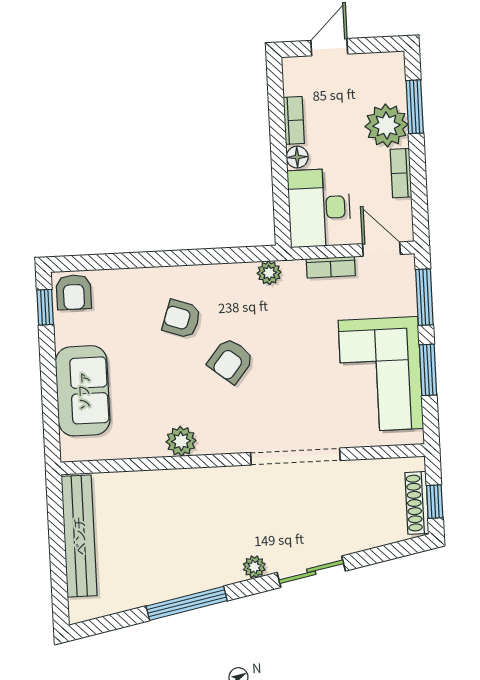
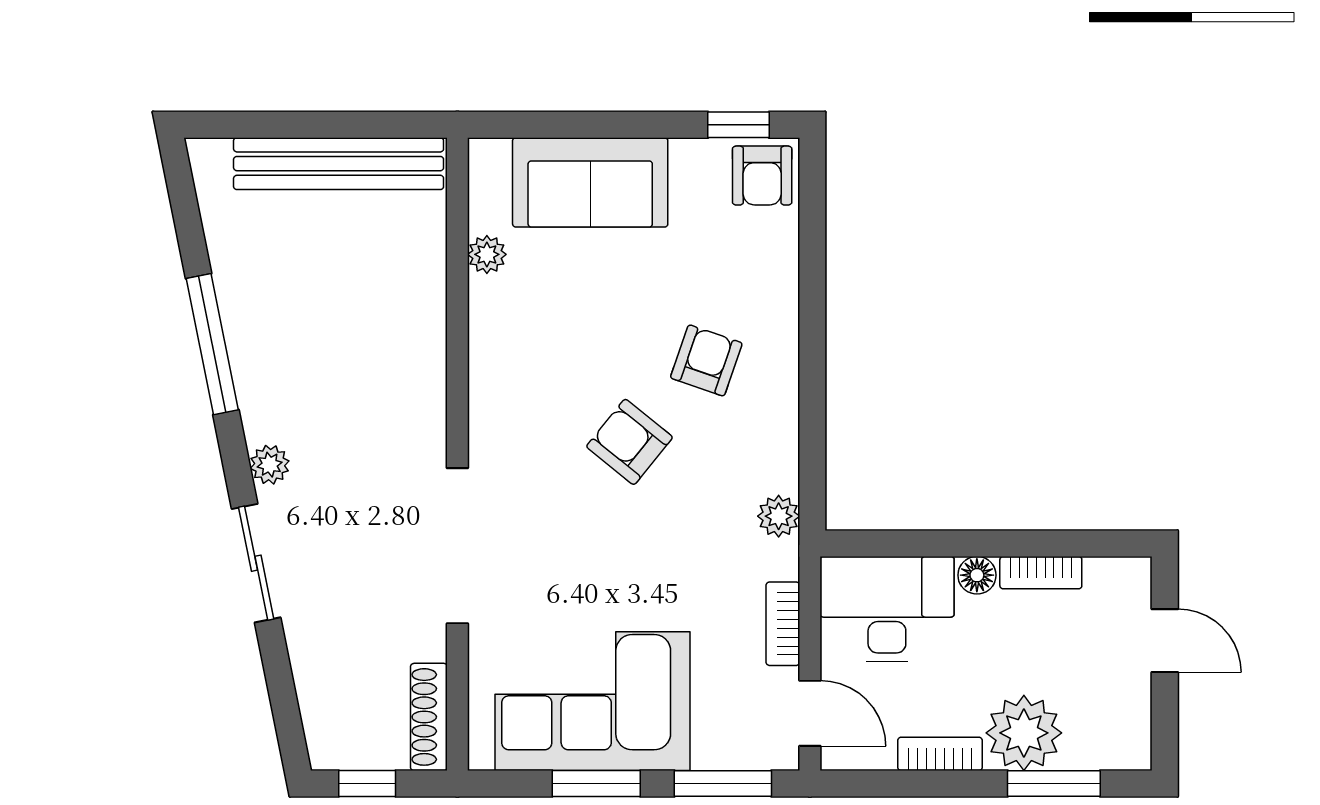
door: (381, 249) -> (810, 713), hinge flipped
armchair: (74, 292) -> (762, 176), turned -90
plant: (181, 441) -> (487, 254), moved, width x0.73, depth x0.73
shoe rack: (417, 503) -> (429, 717), moved, turned -90

